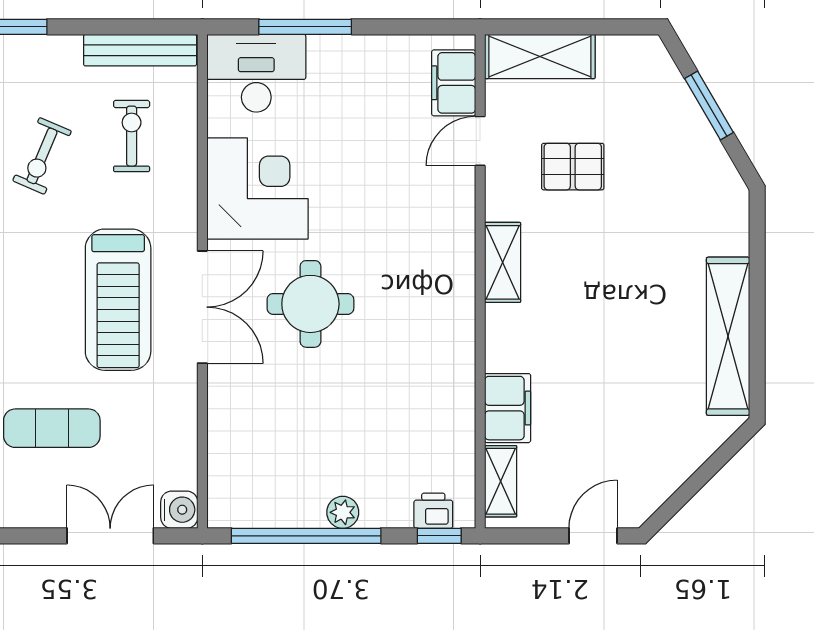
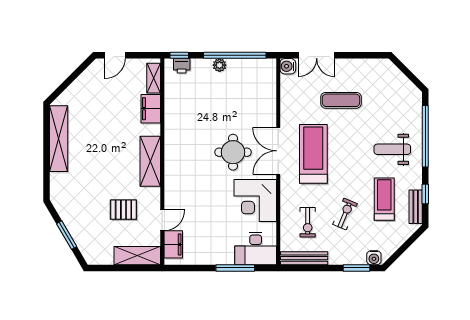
shelving: (503, 262) -> (150, 161), width x1.50, depth x1.33

